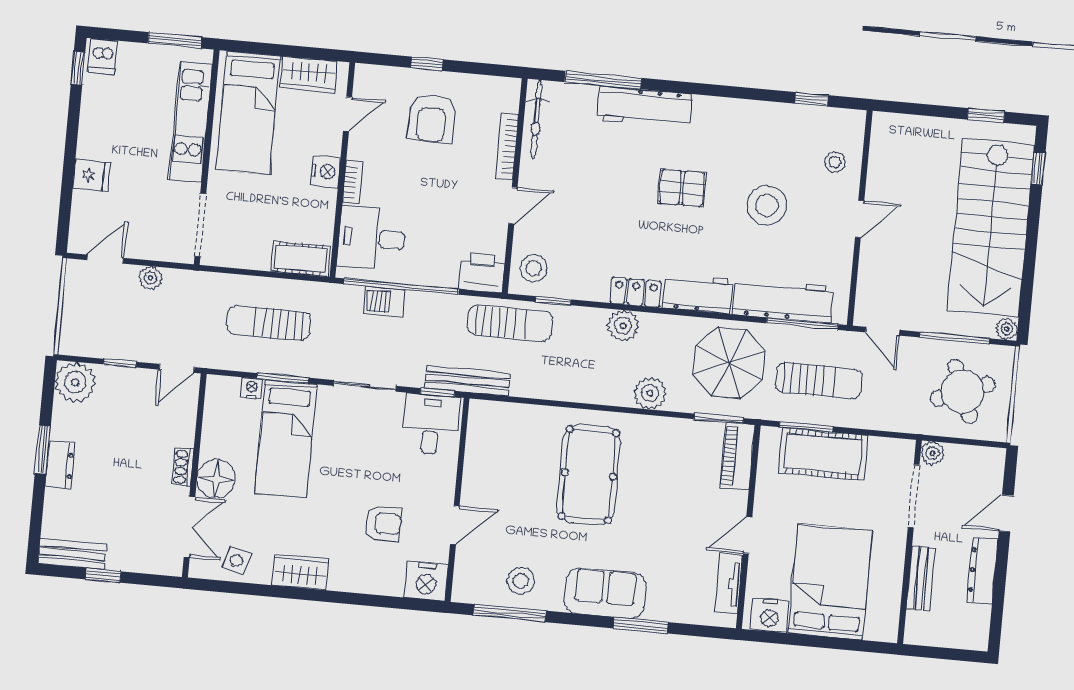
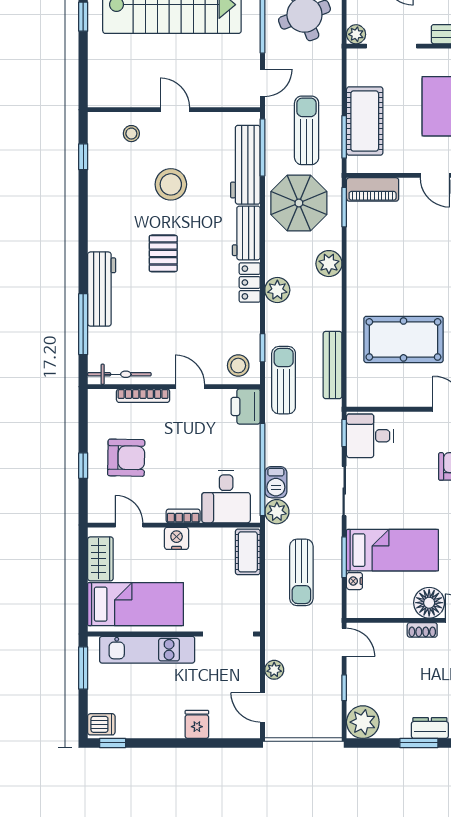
plant: (347, 300) -> (277, 512), added
bench: (467, 381) -> (333, 365), moved
pool table: (589, 475) -> (403, 339), moved

